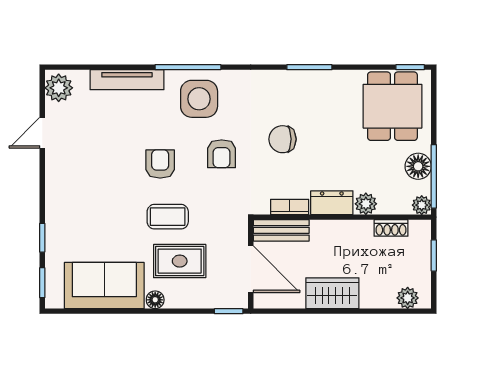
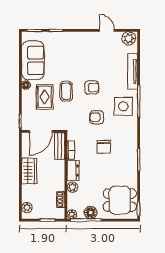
chair: (282, 139) -> (104, 147), turned 180

